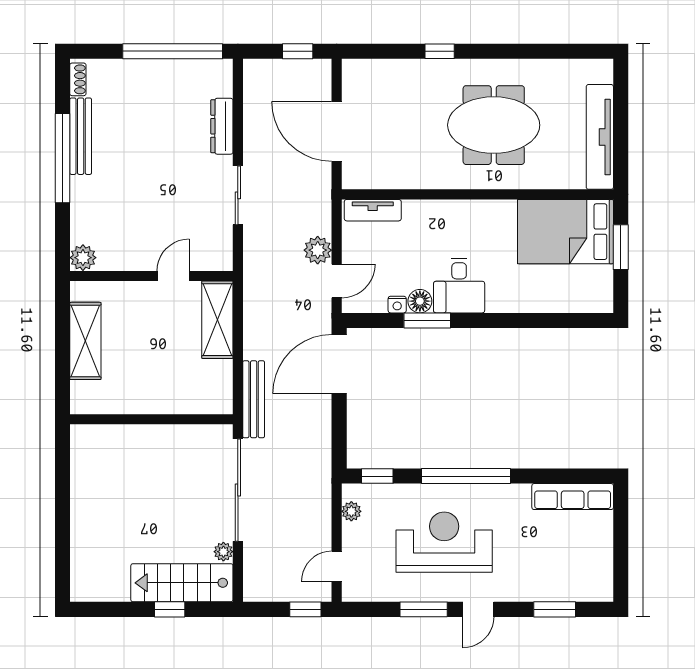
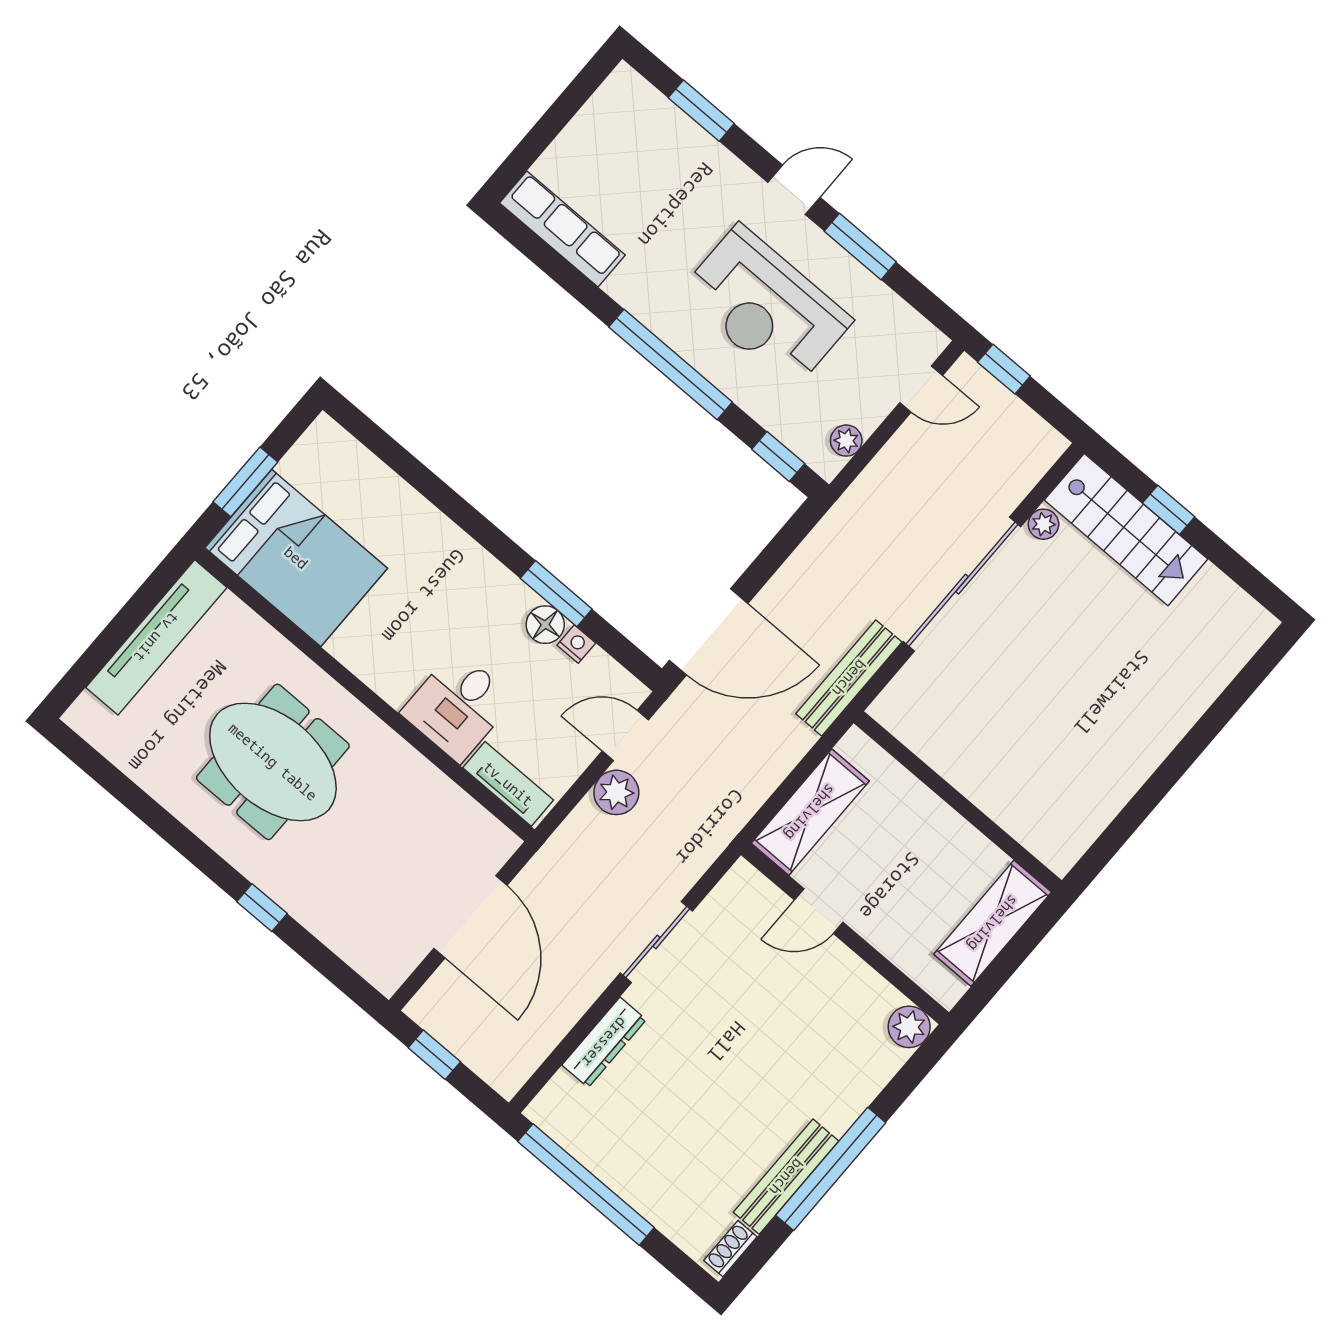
desk: (459, 286) -> (458, 706), moved, turned 180
wall: (151, 419) -> (958, 802), moved

